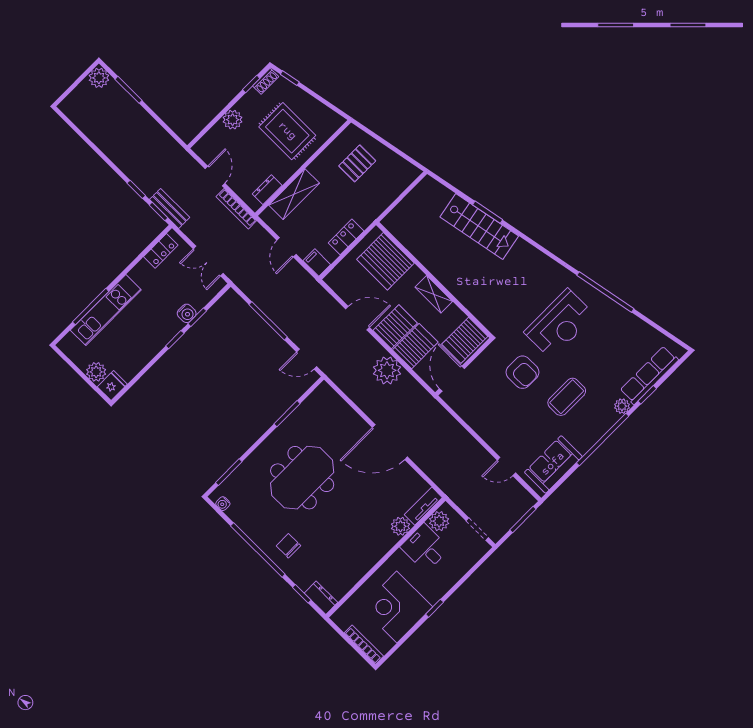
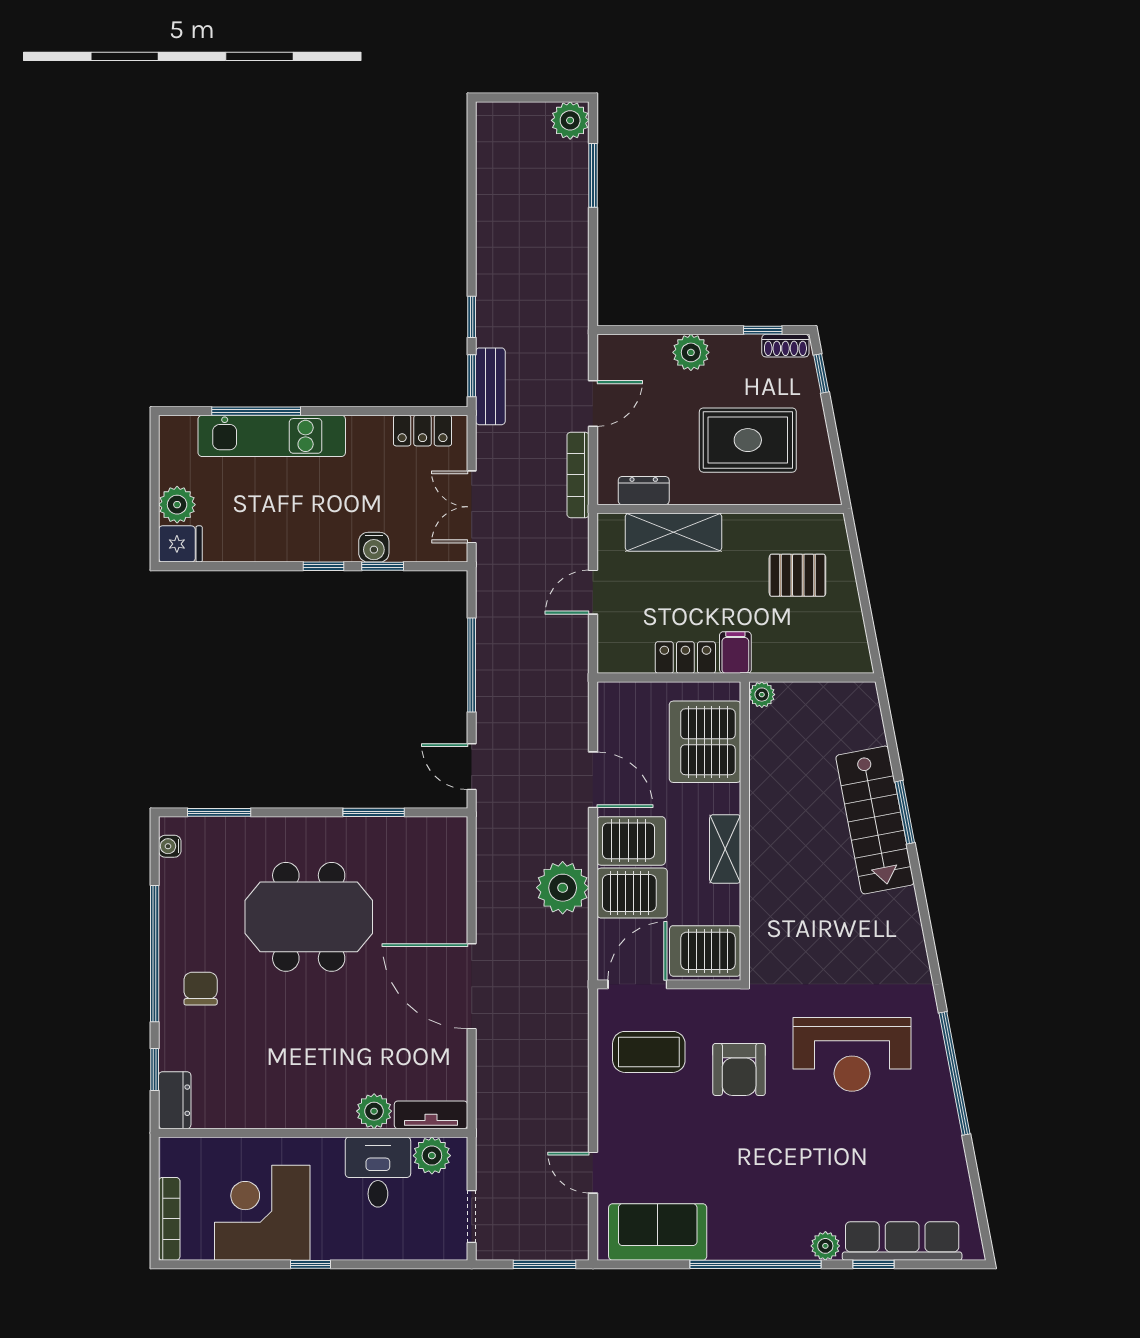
rug: (287, 131) -> (748, 440), turned 90
plant: (389, 222) -> (762, 695), added
filing cabinet: (317, 263) -> (735, 653), moved
coffee table: (567, 397) -> (649, 1052), moved

